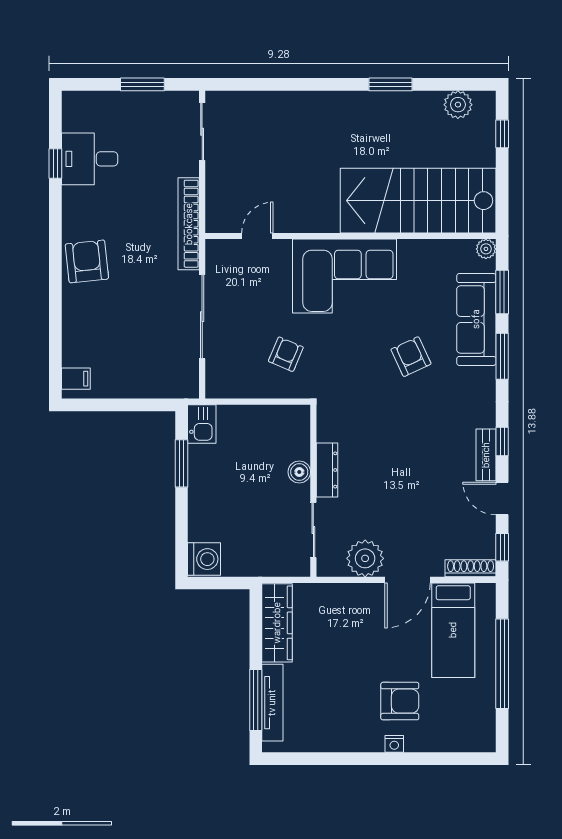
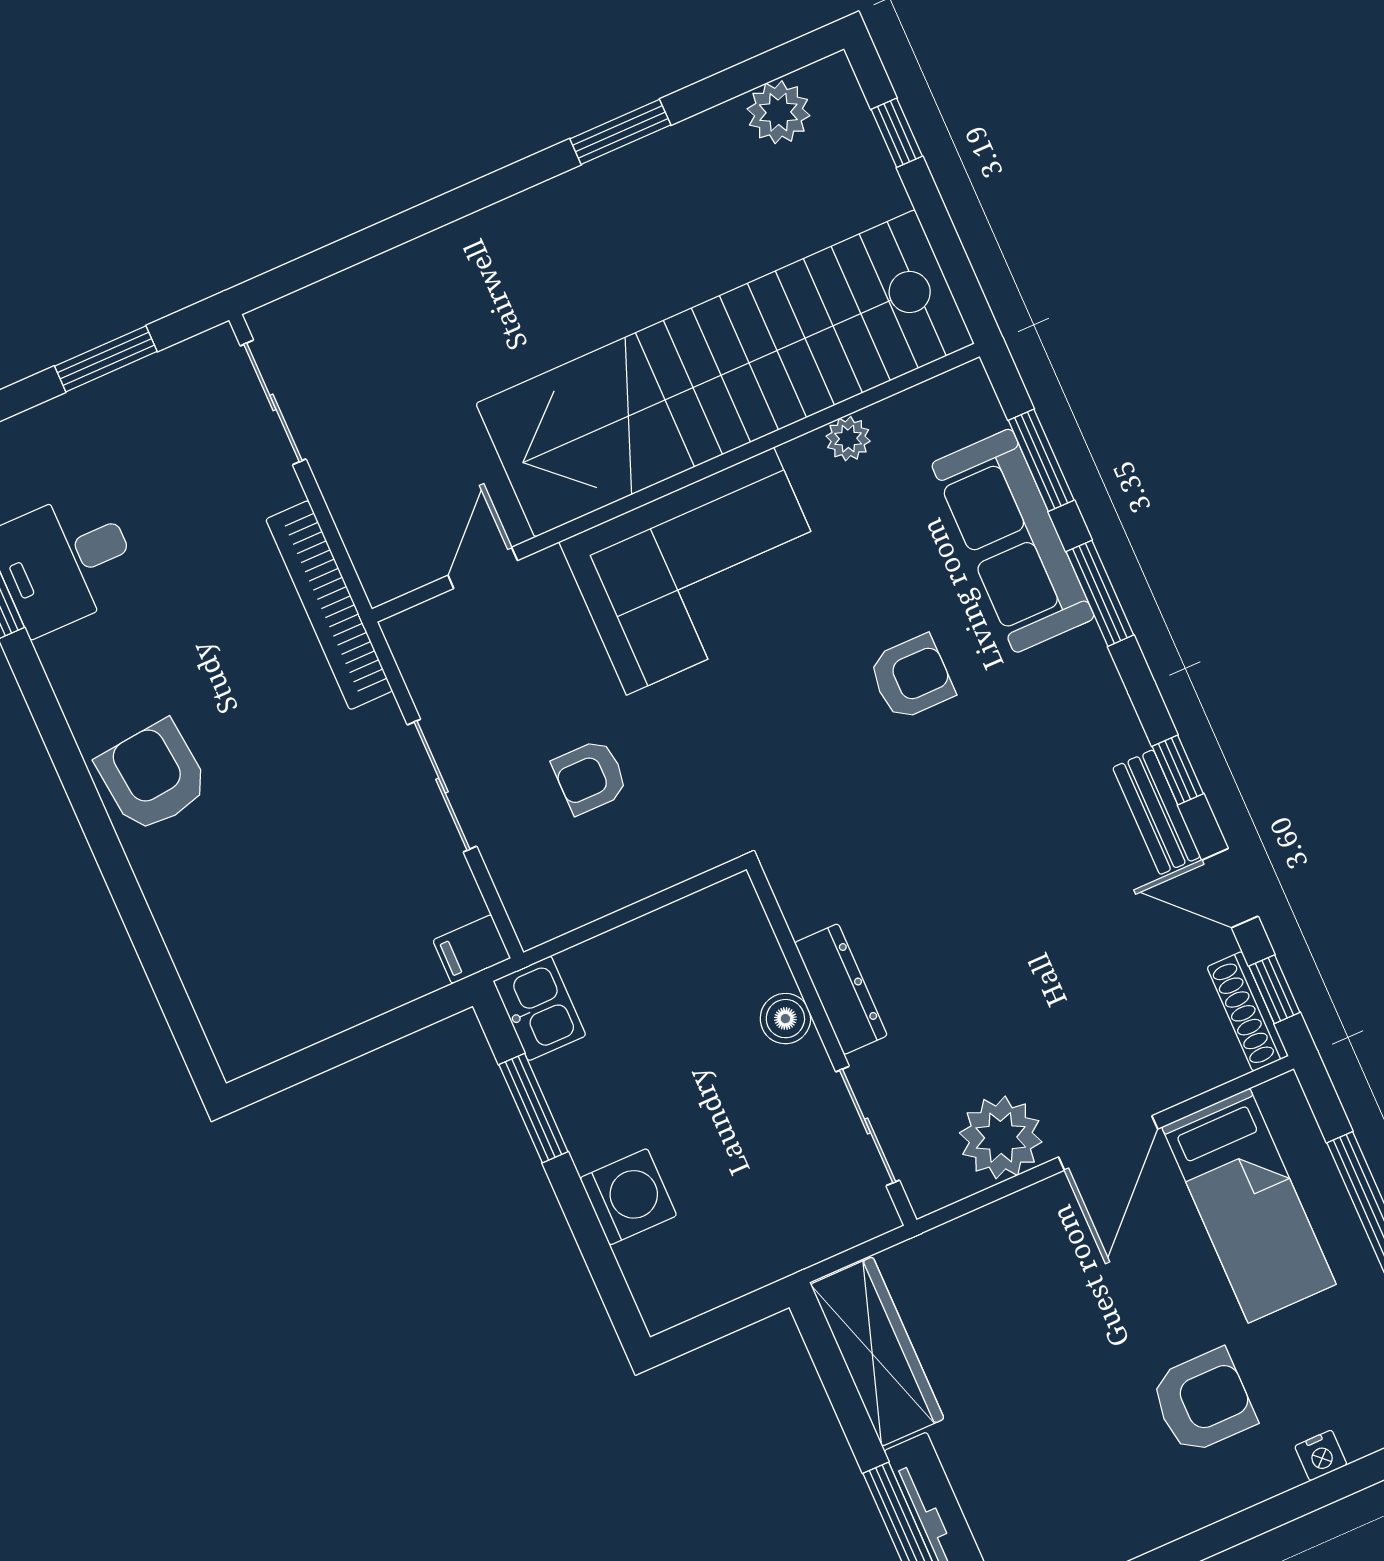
stairs: (418, 201) -> (725, 373), width x1.36
plant: (486, 249) -> (848, 439), moved
sliding door: (202, 317) -> (442, 786), width x0.73
armchair: (286, 354) -> (590, 777), moved, turned -113
armchair: (411, 357) -> (911, 677), turned 115
filing cabinet: (76, 379) -> (472, 949), moved, turned 180
washing machine: (204, 559) -> (628, 1197), moved
shoe rack: (471, 568) -> (1248, 1011), moved, turned -90
nightstand: (394, 744) -> (1321, 1455), moved

